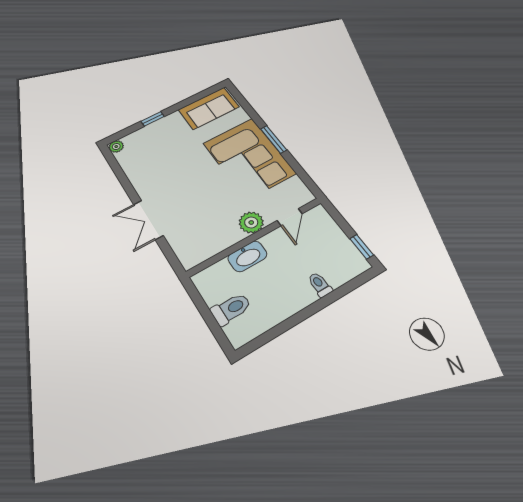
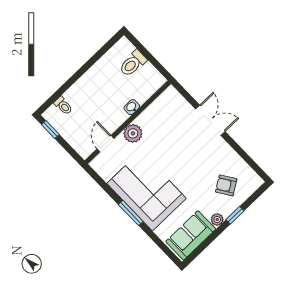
plant: (116, 147) -> (217, 220), moved
armchair: (152, 149) -> (226, 185), added
washbasin: (247, 256) -> (132, 107), width x0.52, depth x0.69
toilet: (320, 285) -> (63, 106), moved

